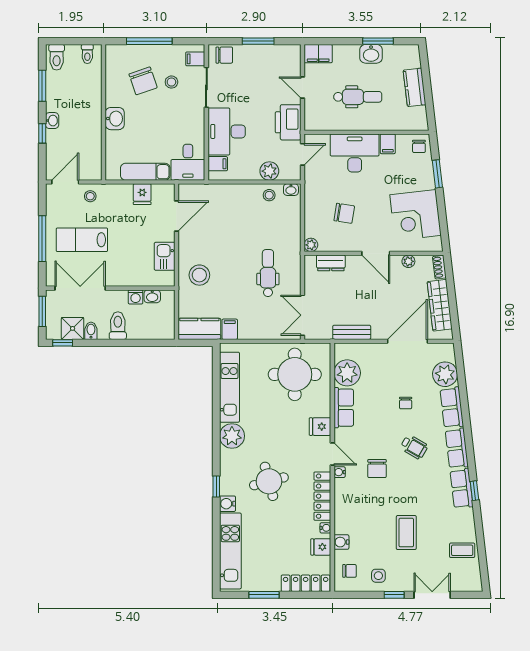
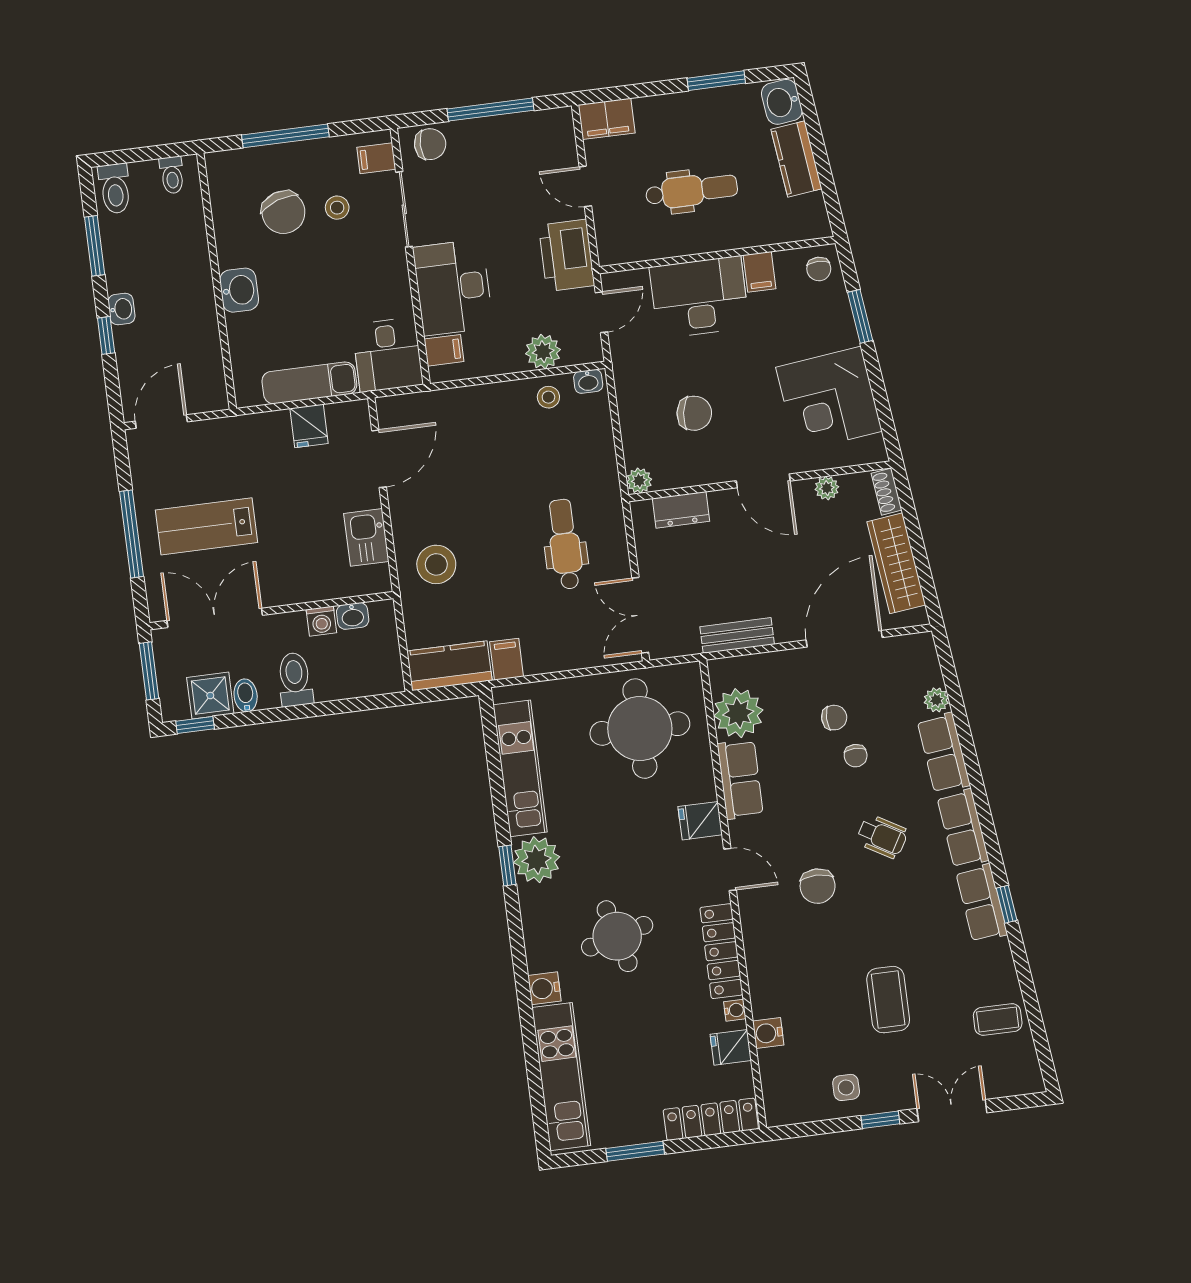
window: (258, 41) -> (490, 110), width x1.44
washbasin: (371, 54) -> (782, 102), moved, turned 83
stool: (90, 196) -> (212, 442), removed
plant: (445, 374) -> (936, 700), width x0.53, depth x0.53
water cooler: (340, 472) -> (748, 902), removed
window: (216, 486) -> (507, 866), moved
chair: (350, 571) -> (834, 718), moved

